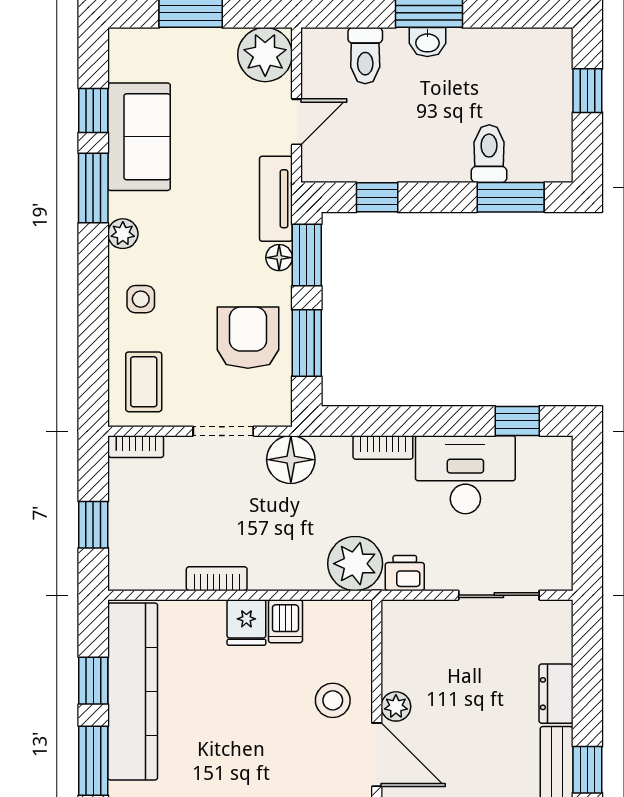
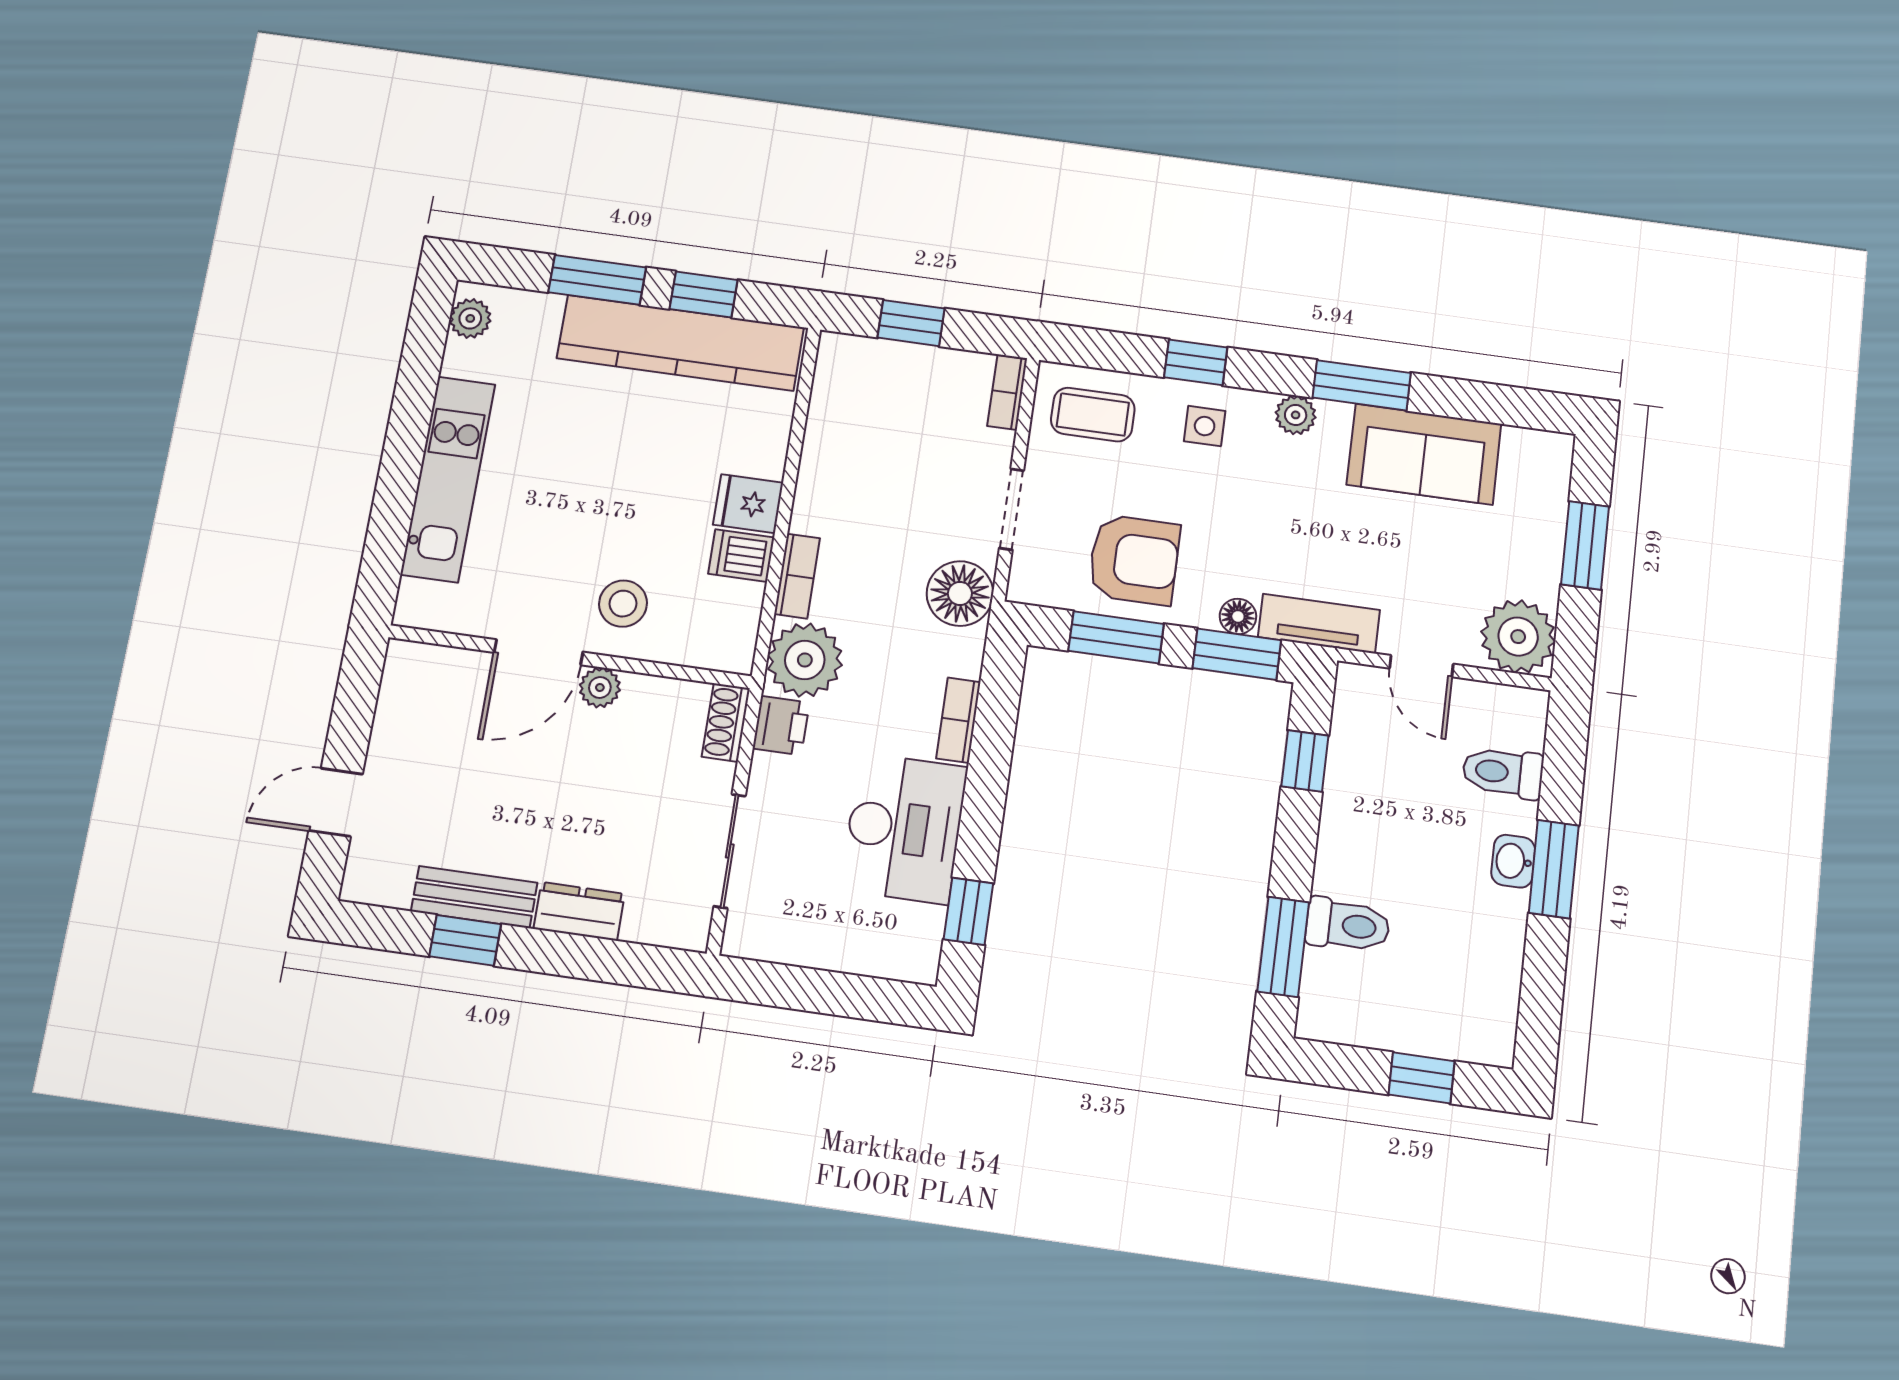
window: (93, 110) -> (1196, 362), moved
bookcase: (217, 579) -> (797, 576), moved
shoe rack: (408, 613) -> (726, 722), added

